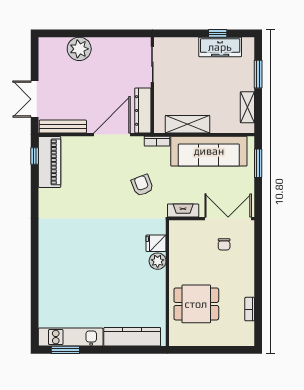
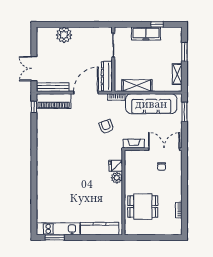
freezer: (220, 47) -> (146, 34), moved
piano: (49, 162) -> (54, 101), moved, turned 90

